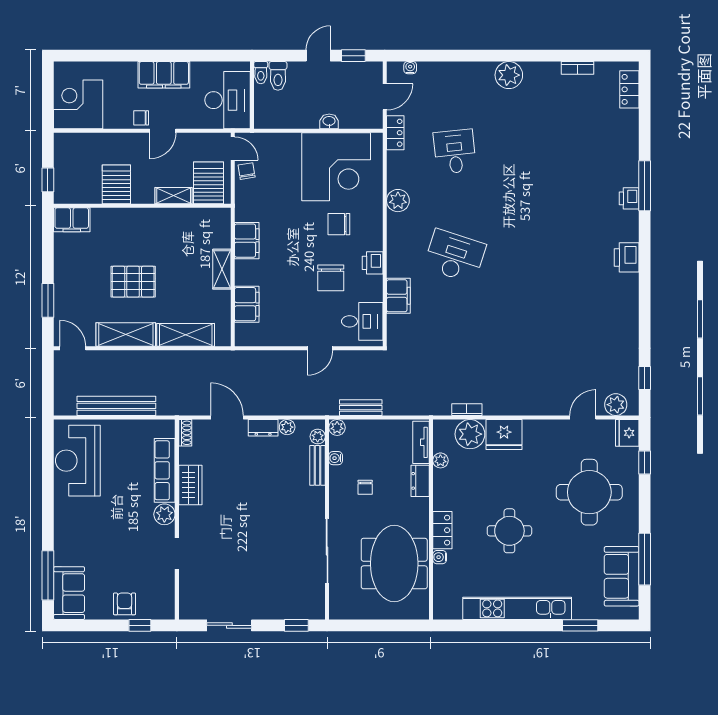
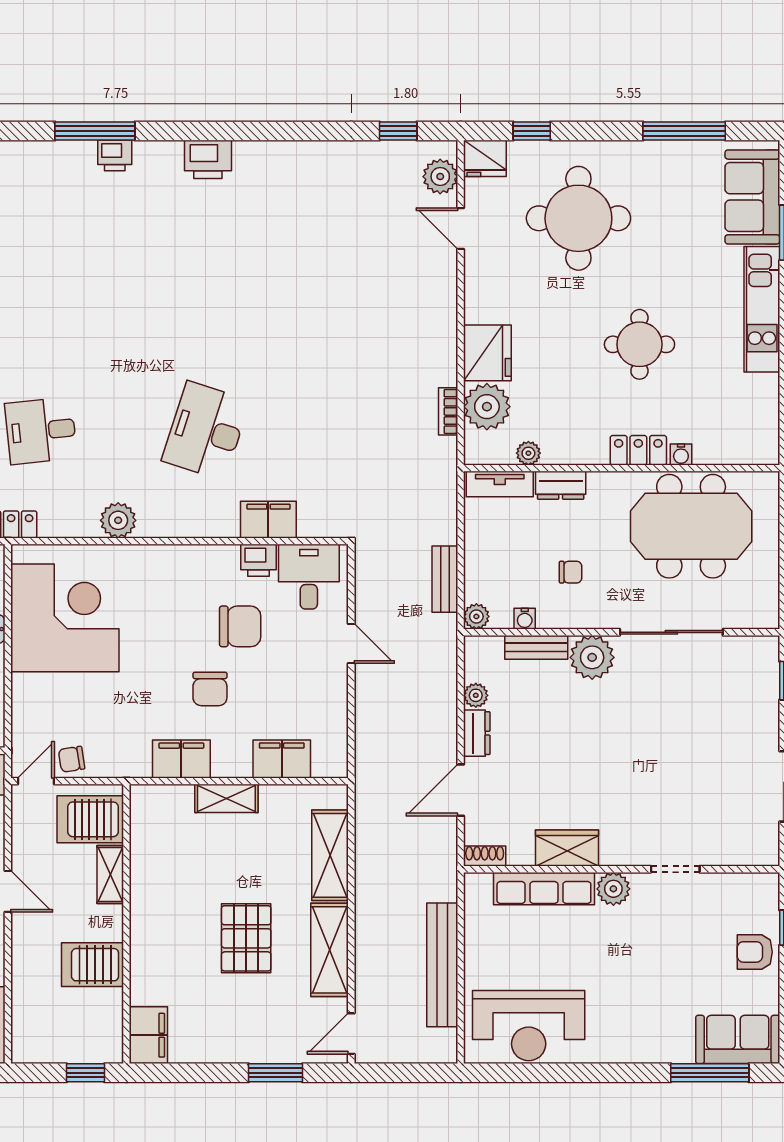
chair: (339, 224) -> (210, 689), moved
printer: (373, 263) -> (259, 560), moved
plant: (318, 437) -> (592, 657), moved, width x1.88, depth x1.88
sofa: (622, 576) -> (752, 197), moved, turned 90
kitchen unit: (517, 608) -> (762, 309), width x0.73

